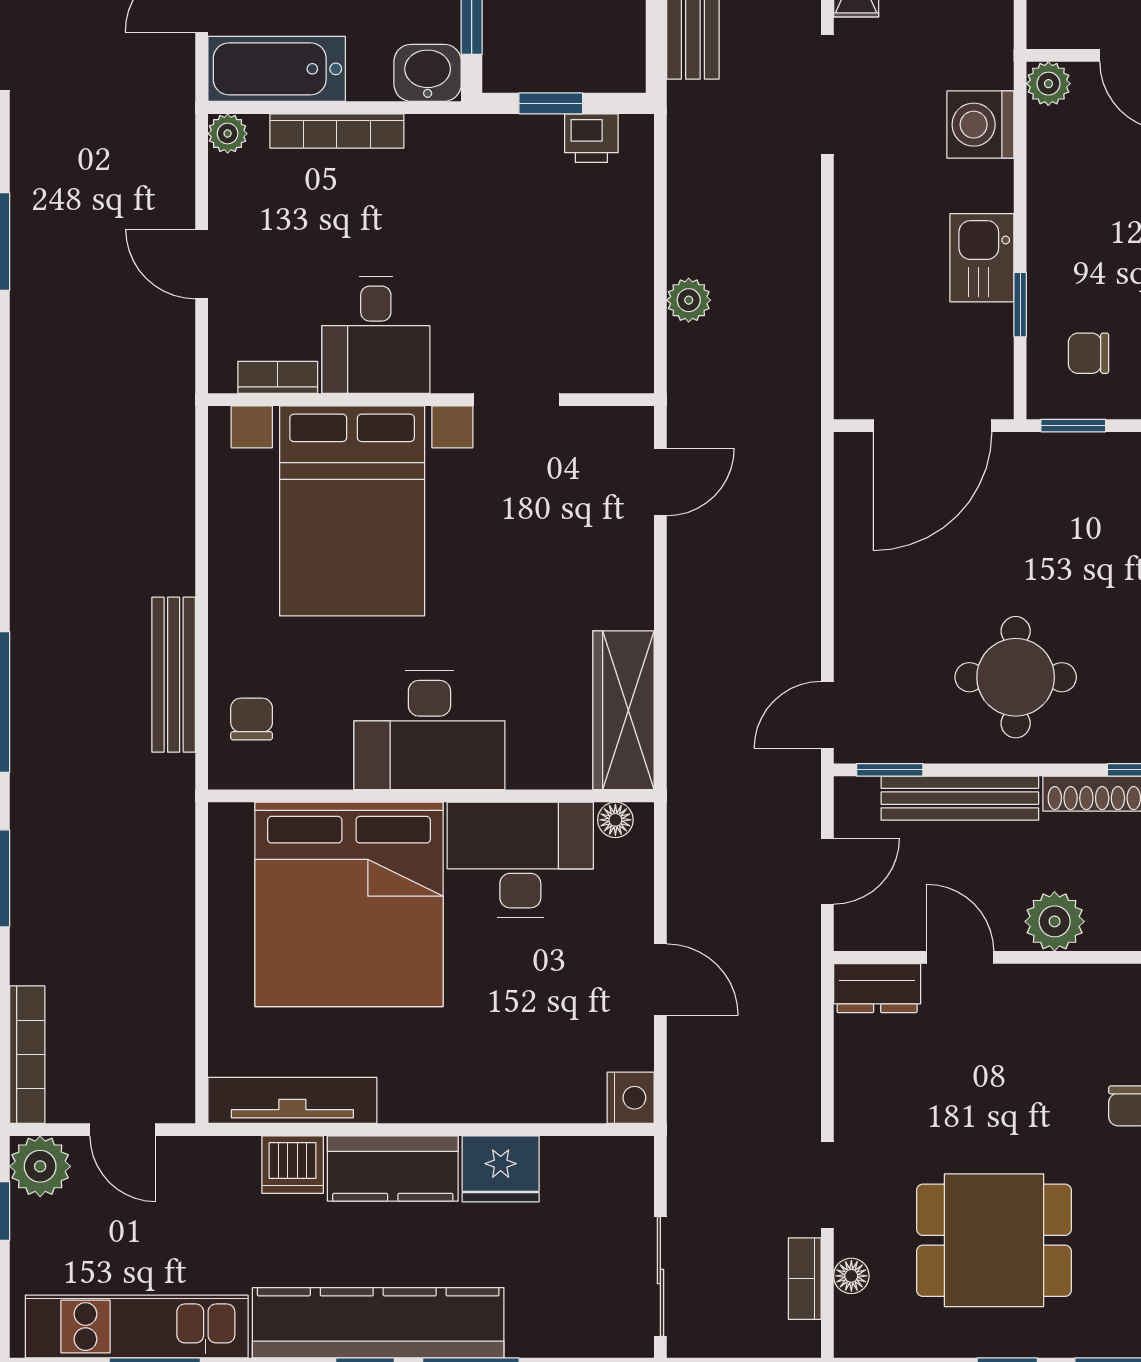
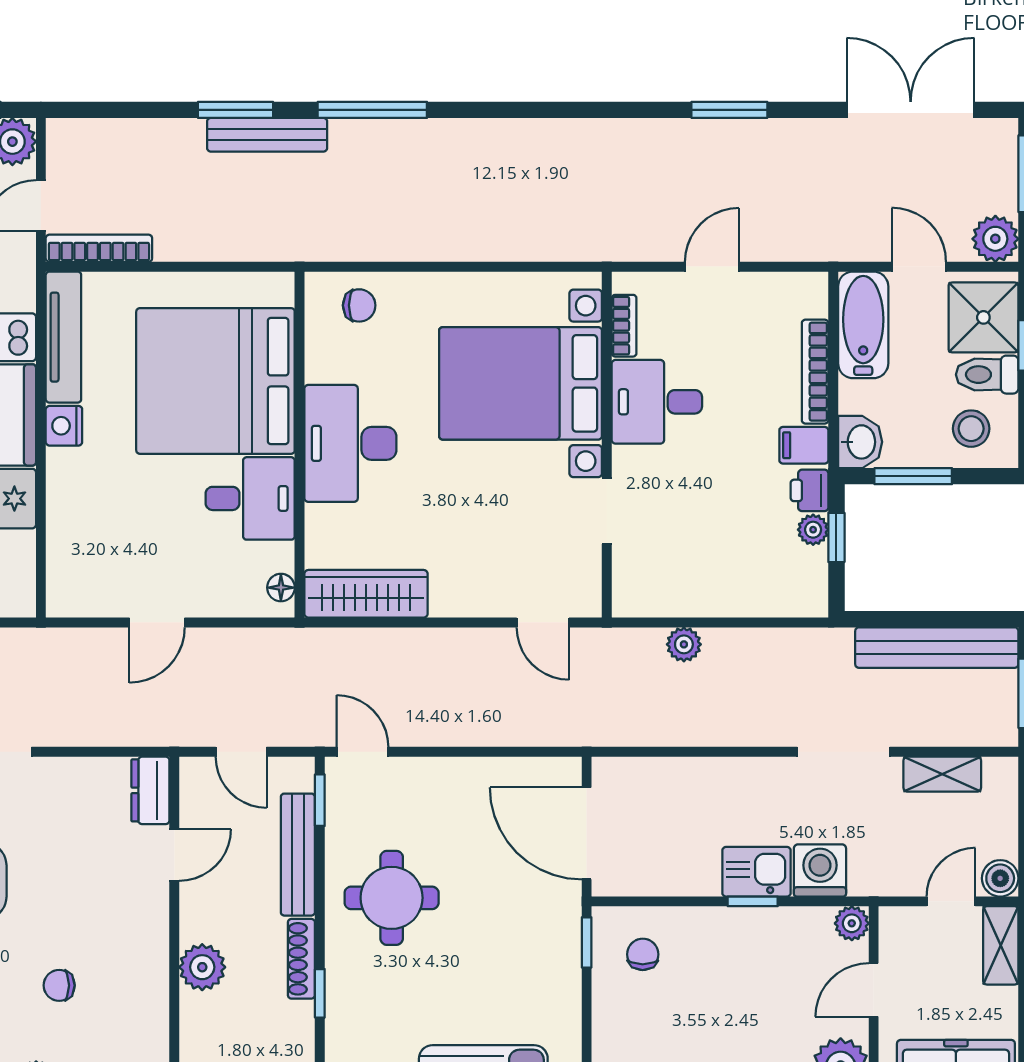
plant: (228, 134) -> (813, 530), moved
printer: (591, 138) -> (810, 490), moved
filing cabinet: (432, 145) -> (804, 445), added
kitchen sink: (982, 258) -> (756, 872), moved
window: (1020, 305) -> (753, 901), moved
bench: (174, 675) -> (267, 135), moved
desk: (520, 860) -> (250, 498), width x0.73
plant: (1055, 921) -> (202, 967), moved
bookcase: (27, 1055) -> (99, 248), moved, turned 180
nightstand: (631, 1098) -> (64, 426), moved, turned 90

